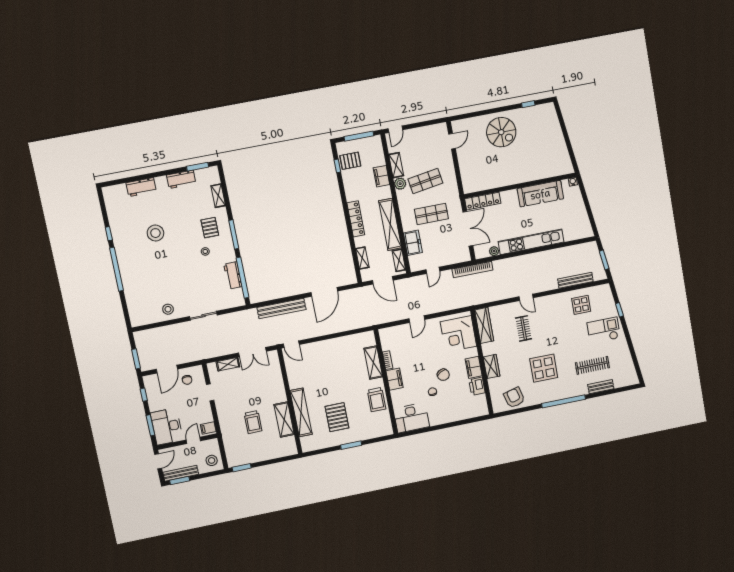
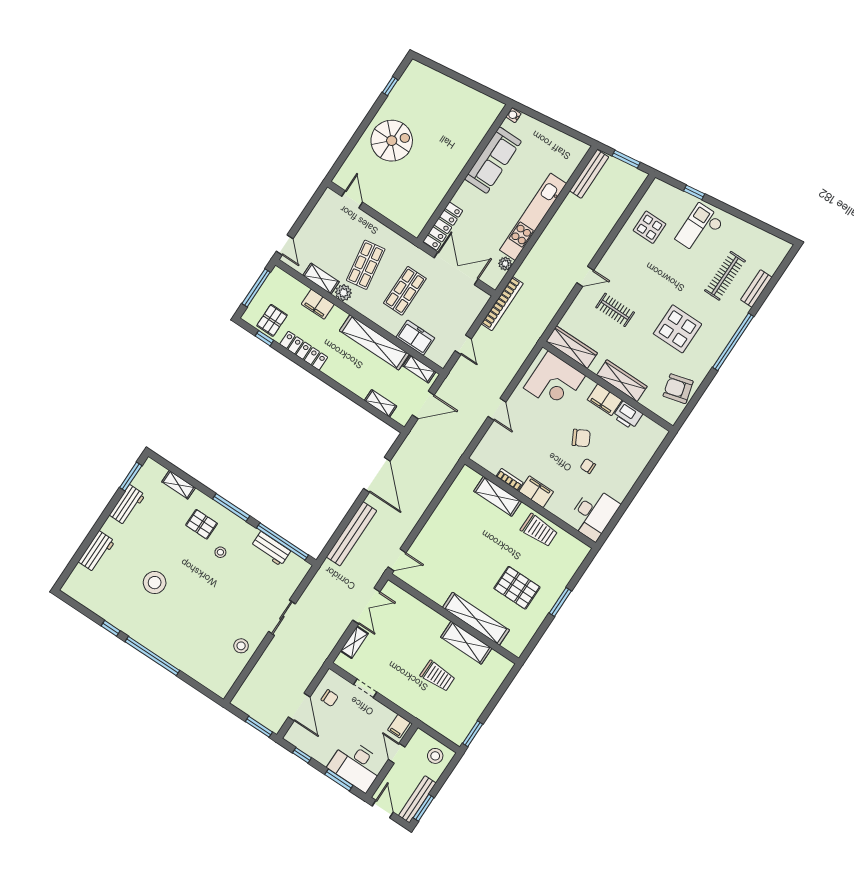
locker: (356, 219) -> (304, 351), moved
bench: (575, 280) -> (589, 174), moved
wardrobe: (491, 366) -> (622, 381), width x1.50

